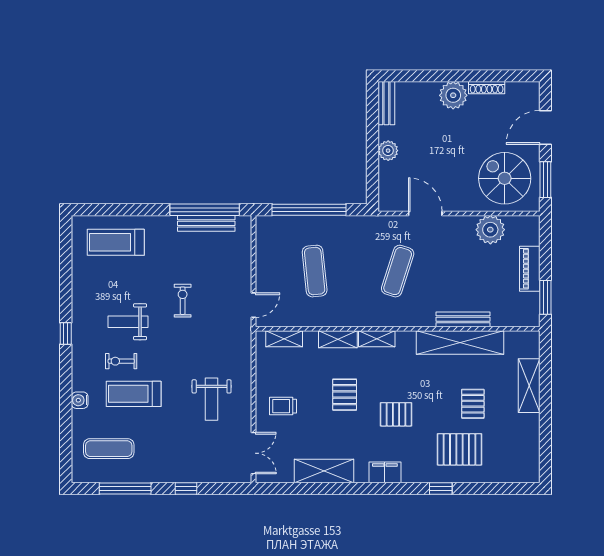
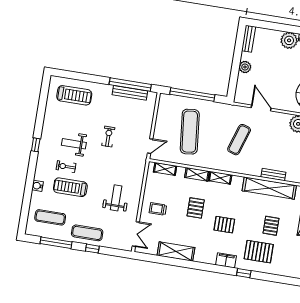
treadmill: (116, 242) -> (74, 95), turned 180
exercise mat: (315, 271) -> (190, 132), width x1.36, depth x1.45
bench: (463, 319) -> (273, 175), width x0.73
weight bench: (212, 399) -> (116, 198), turned 180
exercise mat: (173, 464) -> (87, 233), added
filing cabinet: (385, 472) -> (226, 260), moved

